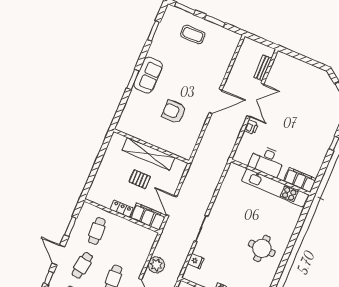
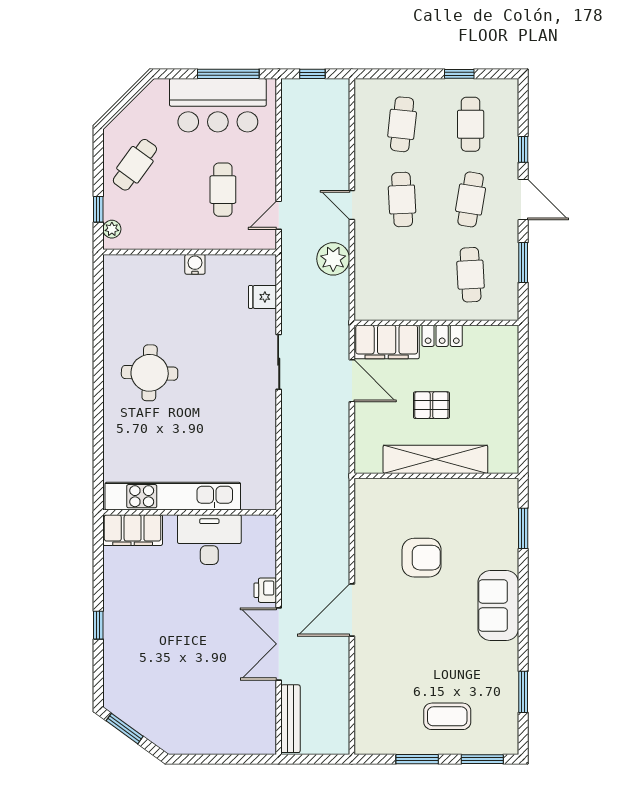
bench: (263, 68) -> (290, 719), width x1.36
window: (133, 80) -> (523, 528), moved

